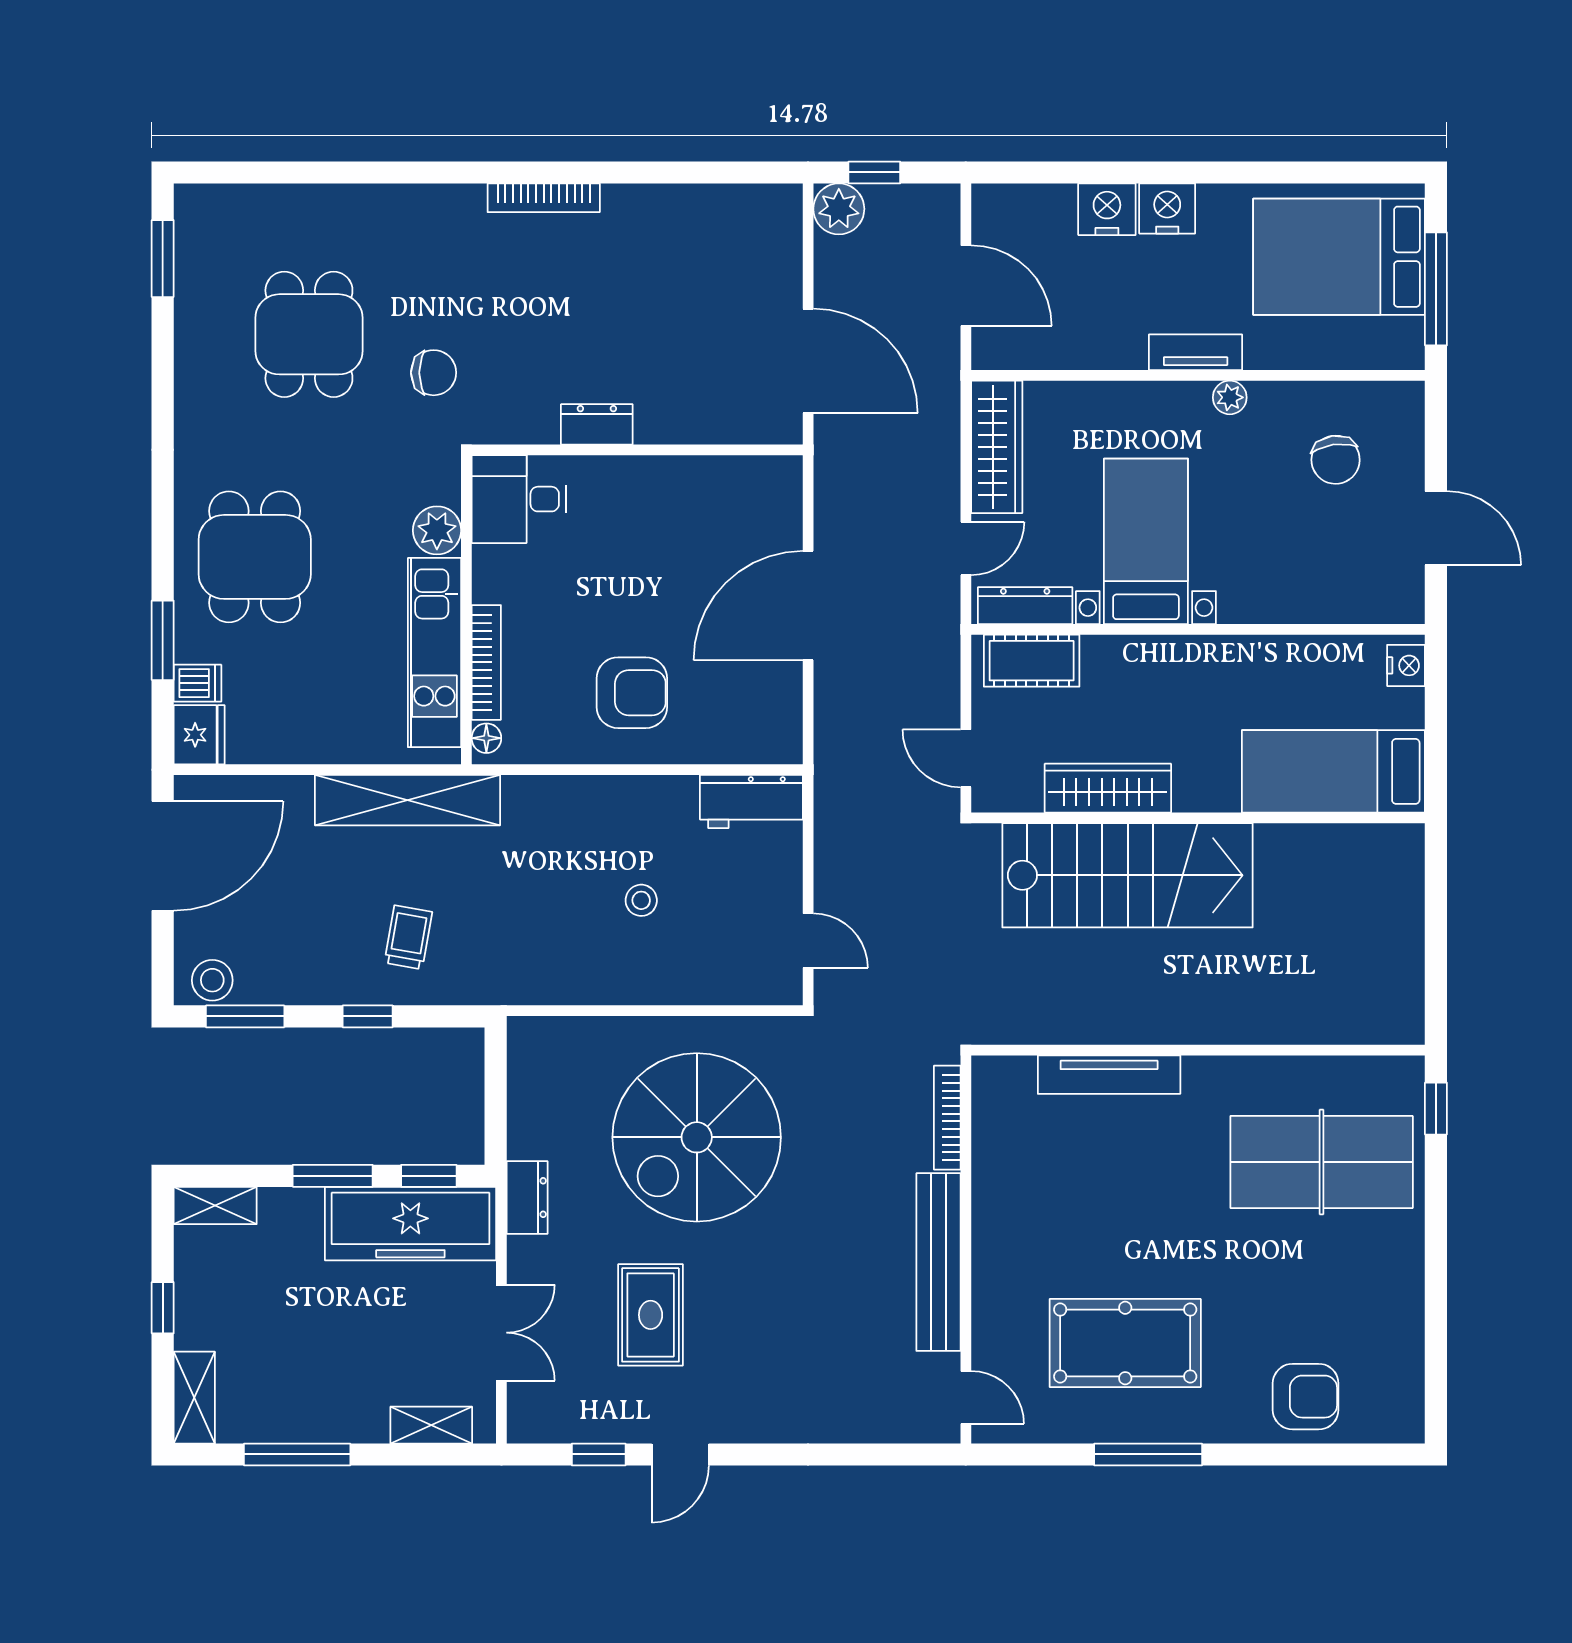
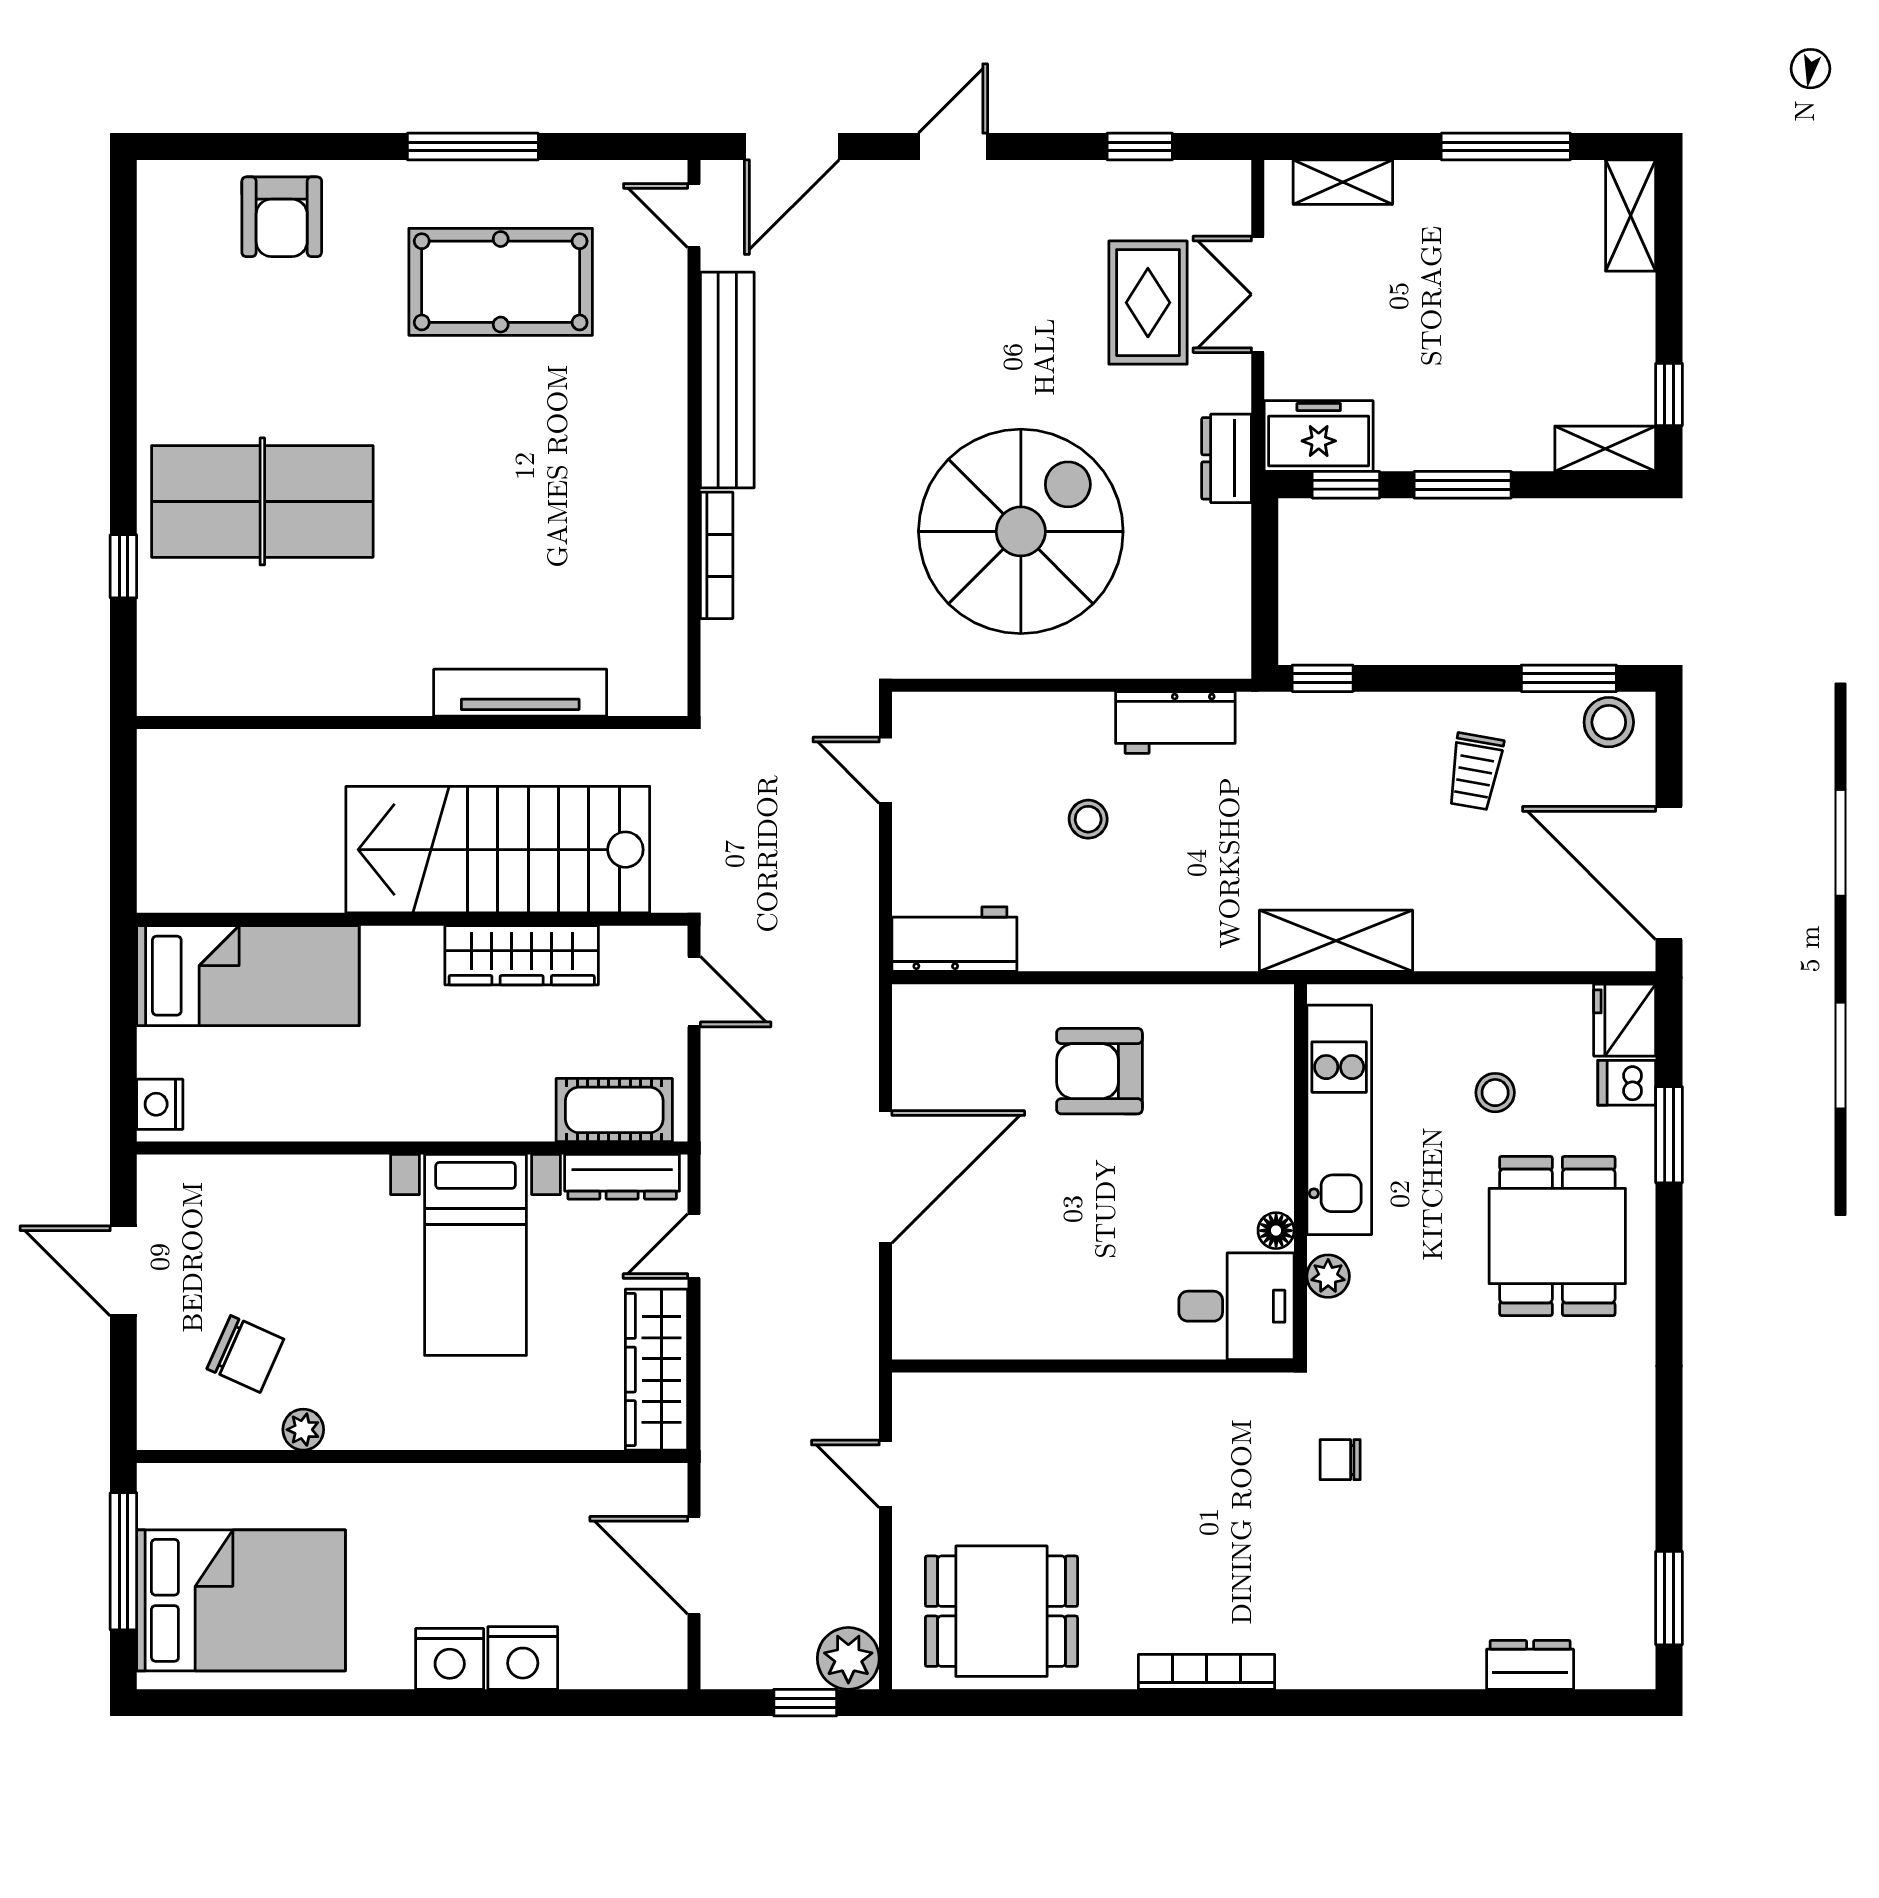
dining table: (309, 334) -> (1001, 1611), moved, turned 90
tv unit: (1196, 352) -> (415, 1484), removed
door: (808, 361) -> (886, 1474), width x0.53
chair: (434, 373) -> (1340, 1460), width x0.73, depth x0.73
plant: (1230, 397) -> (303, 1430), moved
dresser: (597, 424) -> (1530, 1665), moved, turned 180
chair: (1336, 460) -> (245, 1354), turned 122
plant: (437, 530) -> (1328, 1276), width x0.73, depth x0.73
bookcase: (486, 662) -> (1276, 1108), removed
stool: (306, 675) -> (1495, 1093), added
floor lamp: (486, 738) -> (1276, 1231), moved
shelving: (408, 800) -> (1336, 941), width x0.68
door: (163, 856) -> (1669, 873), hinge flipped
trolley: (408, 937) -> (1475, 771), moved
workbench: (569, 980) -> (1175, 722), added
window: (368, 1016) -> (1323, 678), moved
wall: (1198, 1050) -> (412, 722), moved
tv unit: (1109, 1075) -> (520, 693), moved
freezer: (410, 1224) -> (1319, 436), width x0.52, depth x0.79
window: (163, 1308) -> (1669, 395), moved
rug: (651, 1315) -> (1148, 303), moved
armchair: (1306, 1397) -> (282, 217), turned -90
door: (680, 1454) -> (953, 146), moved
door: (885, 1454) -> (792, 146), added

